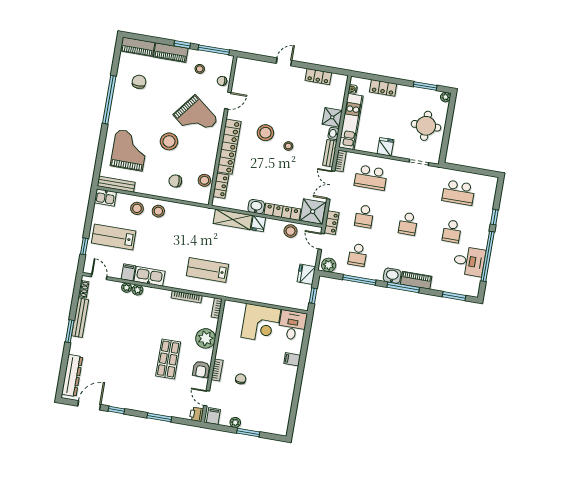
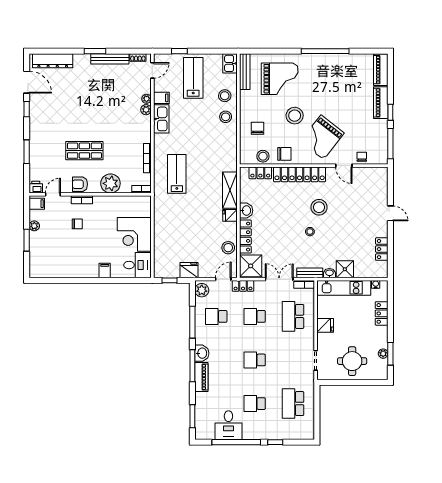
stool: (200, 69) -> (370, 133), removed
chair: (139, 82) -> (284, 154), moved
plant: (445, 97) -> (383, 354), moved

